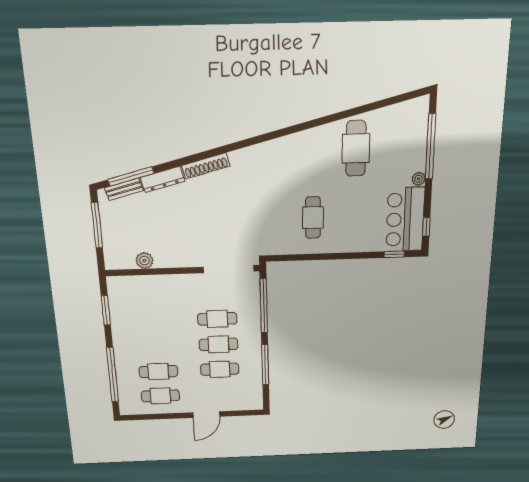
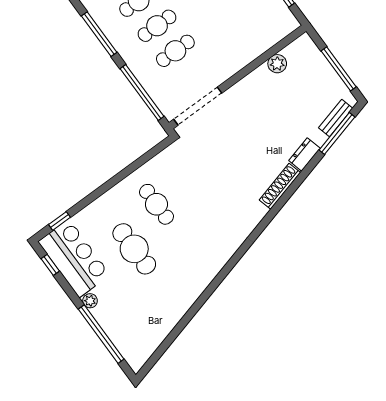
cafe table: (356, 148) -> (134, 249), moved
dresser: (163, 179) -> (304, 154), width x0.70

